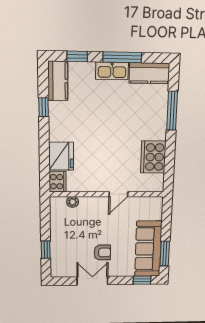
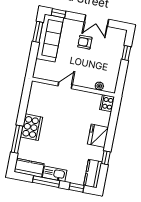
fridge: (61, 156) -> (98, 136), moved
cooker: (153, 157) -> (32, 127), moved

